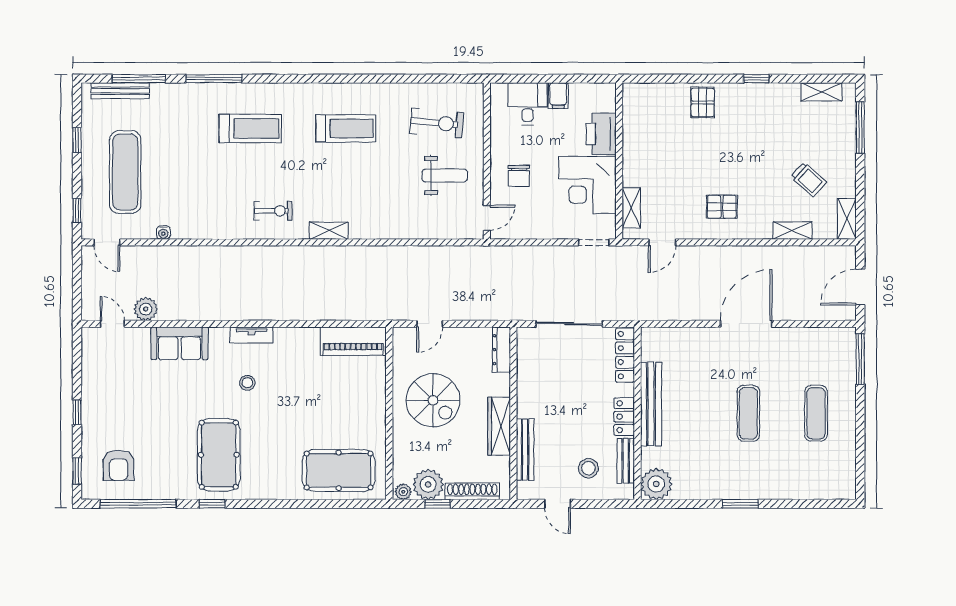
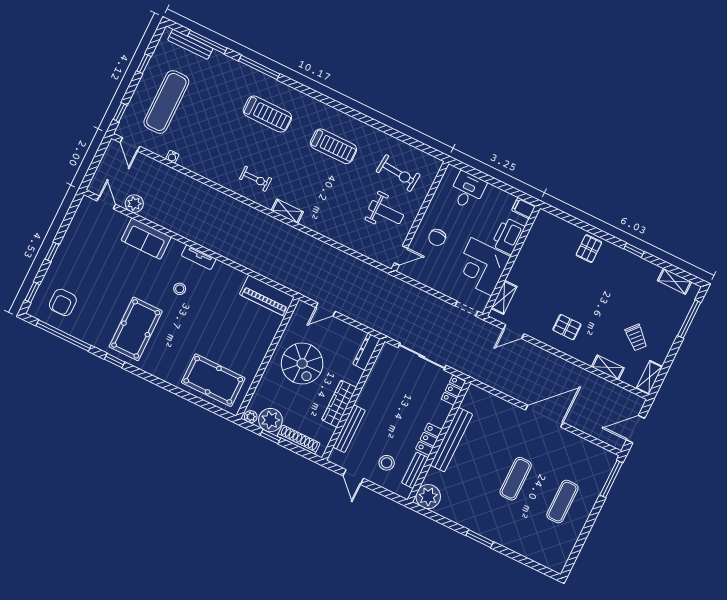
filing cabinet: (558, 96) -> (524, 208), moved, turned 90
locker: (625, 355) -> (453, 390), width x0.66

